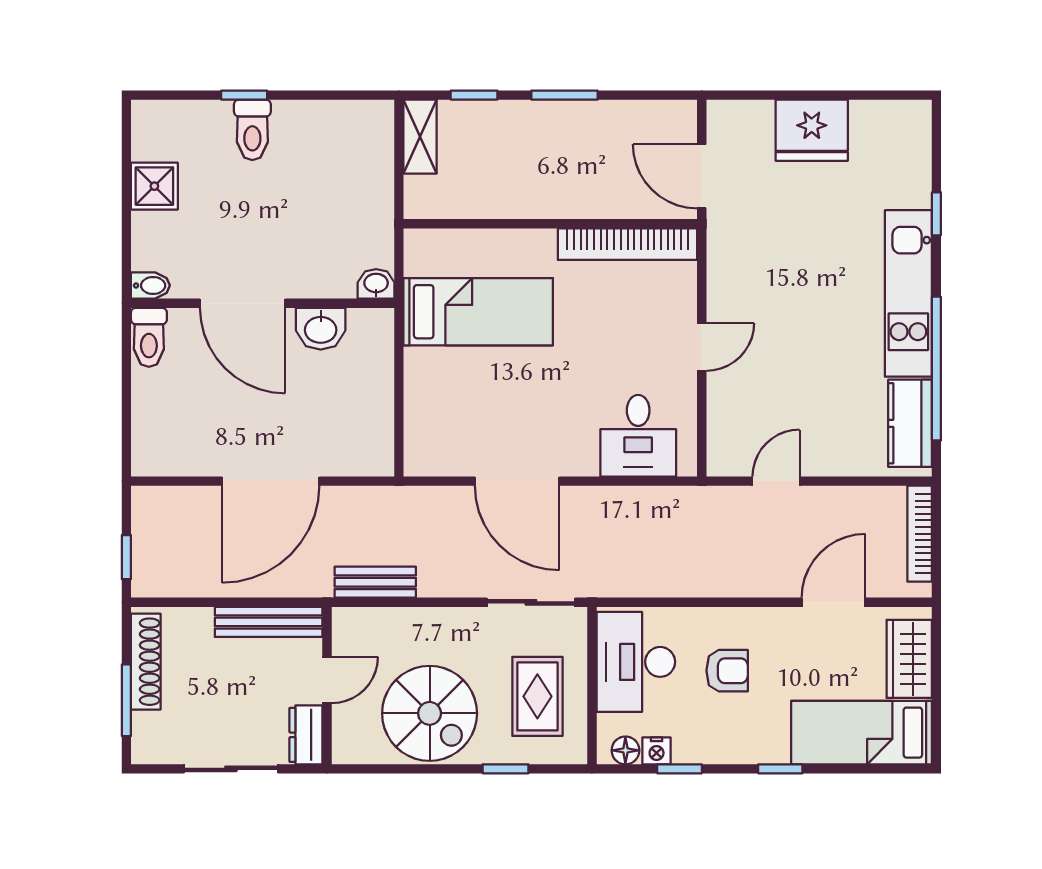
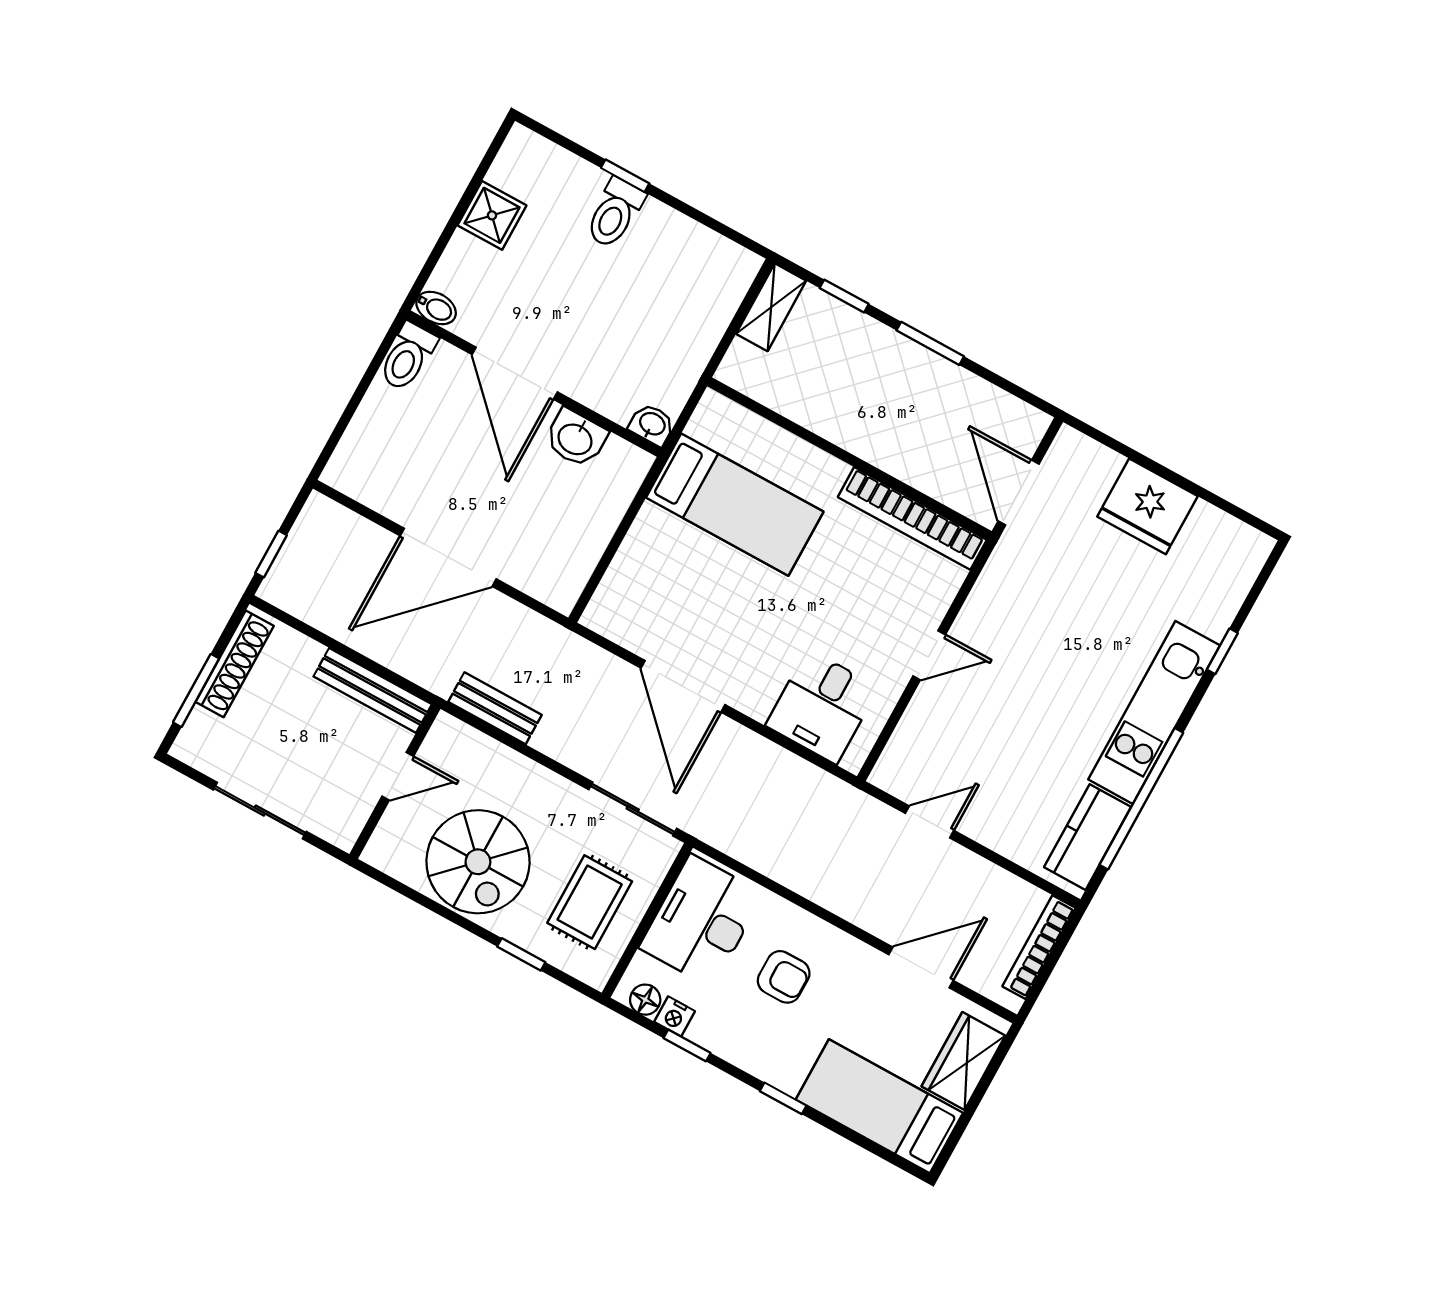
dresser: (306, 735) -> (349, 817), removed

